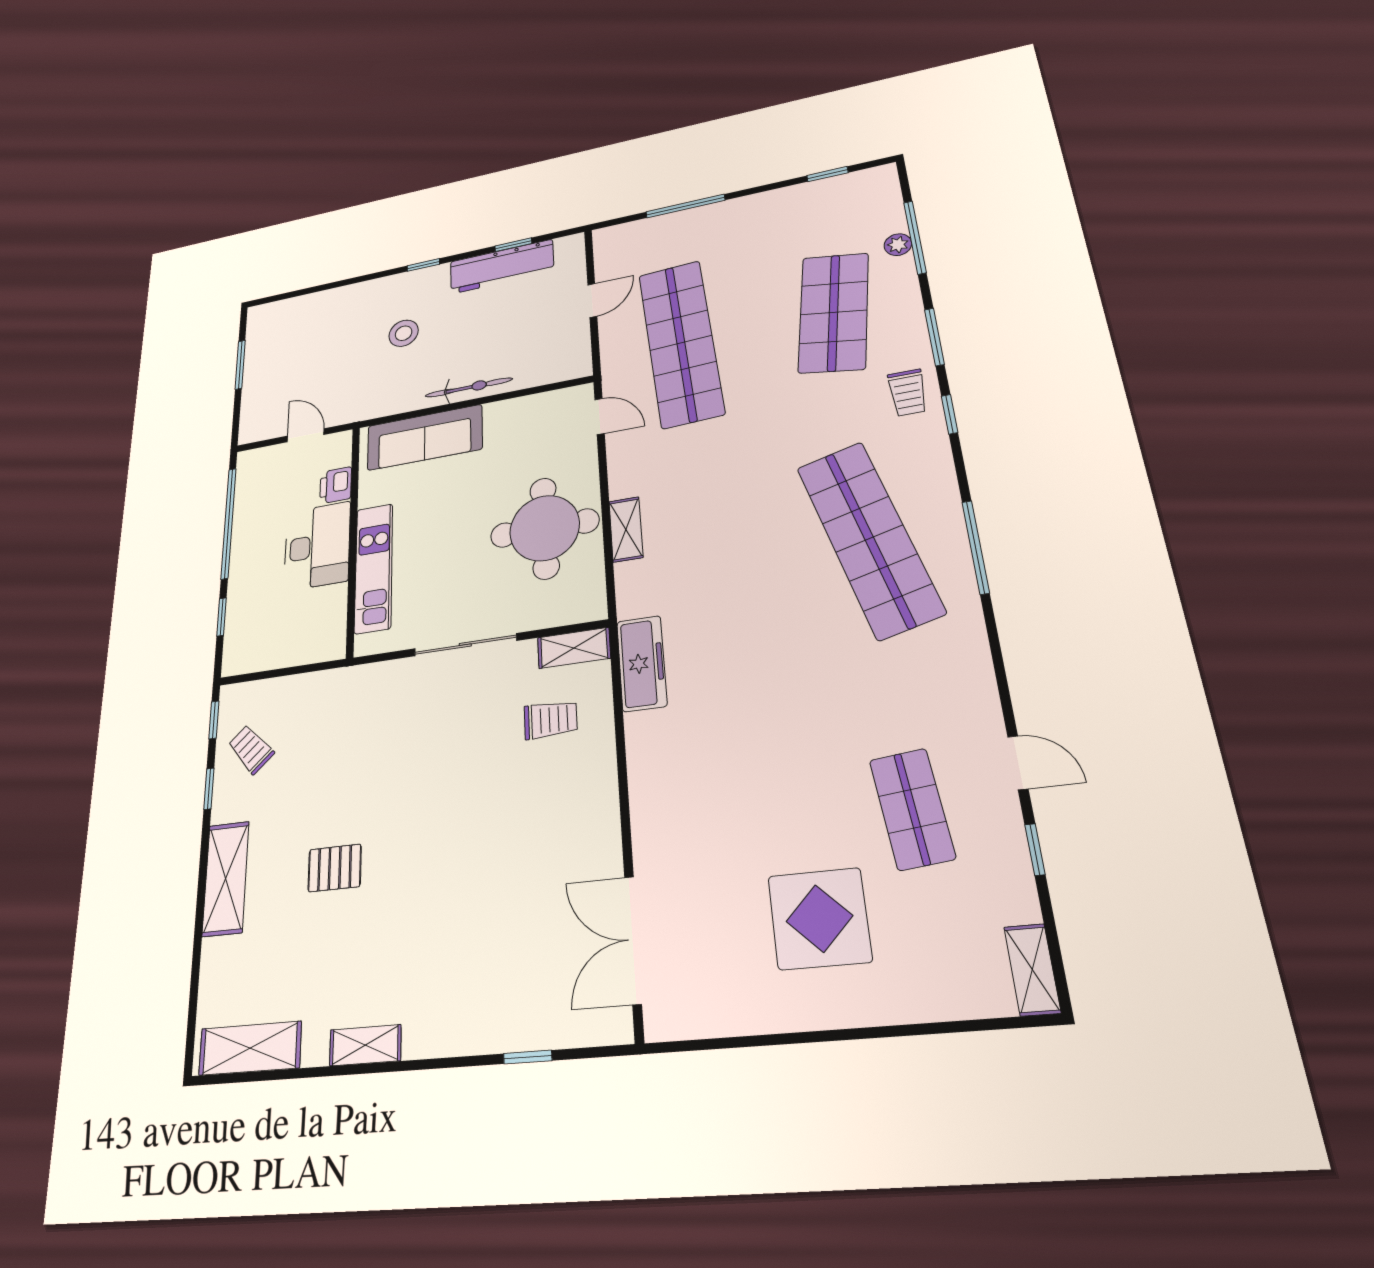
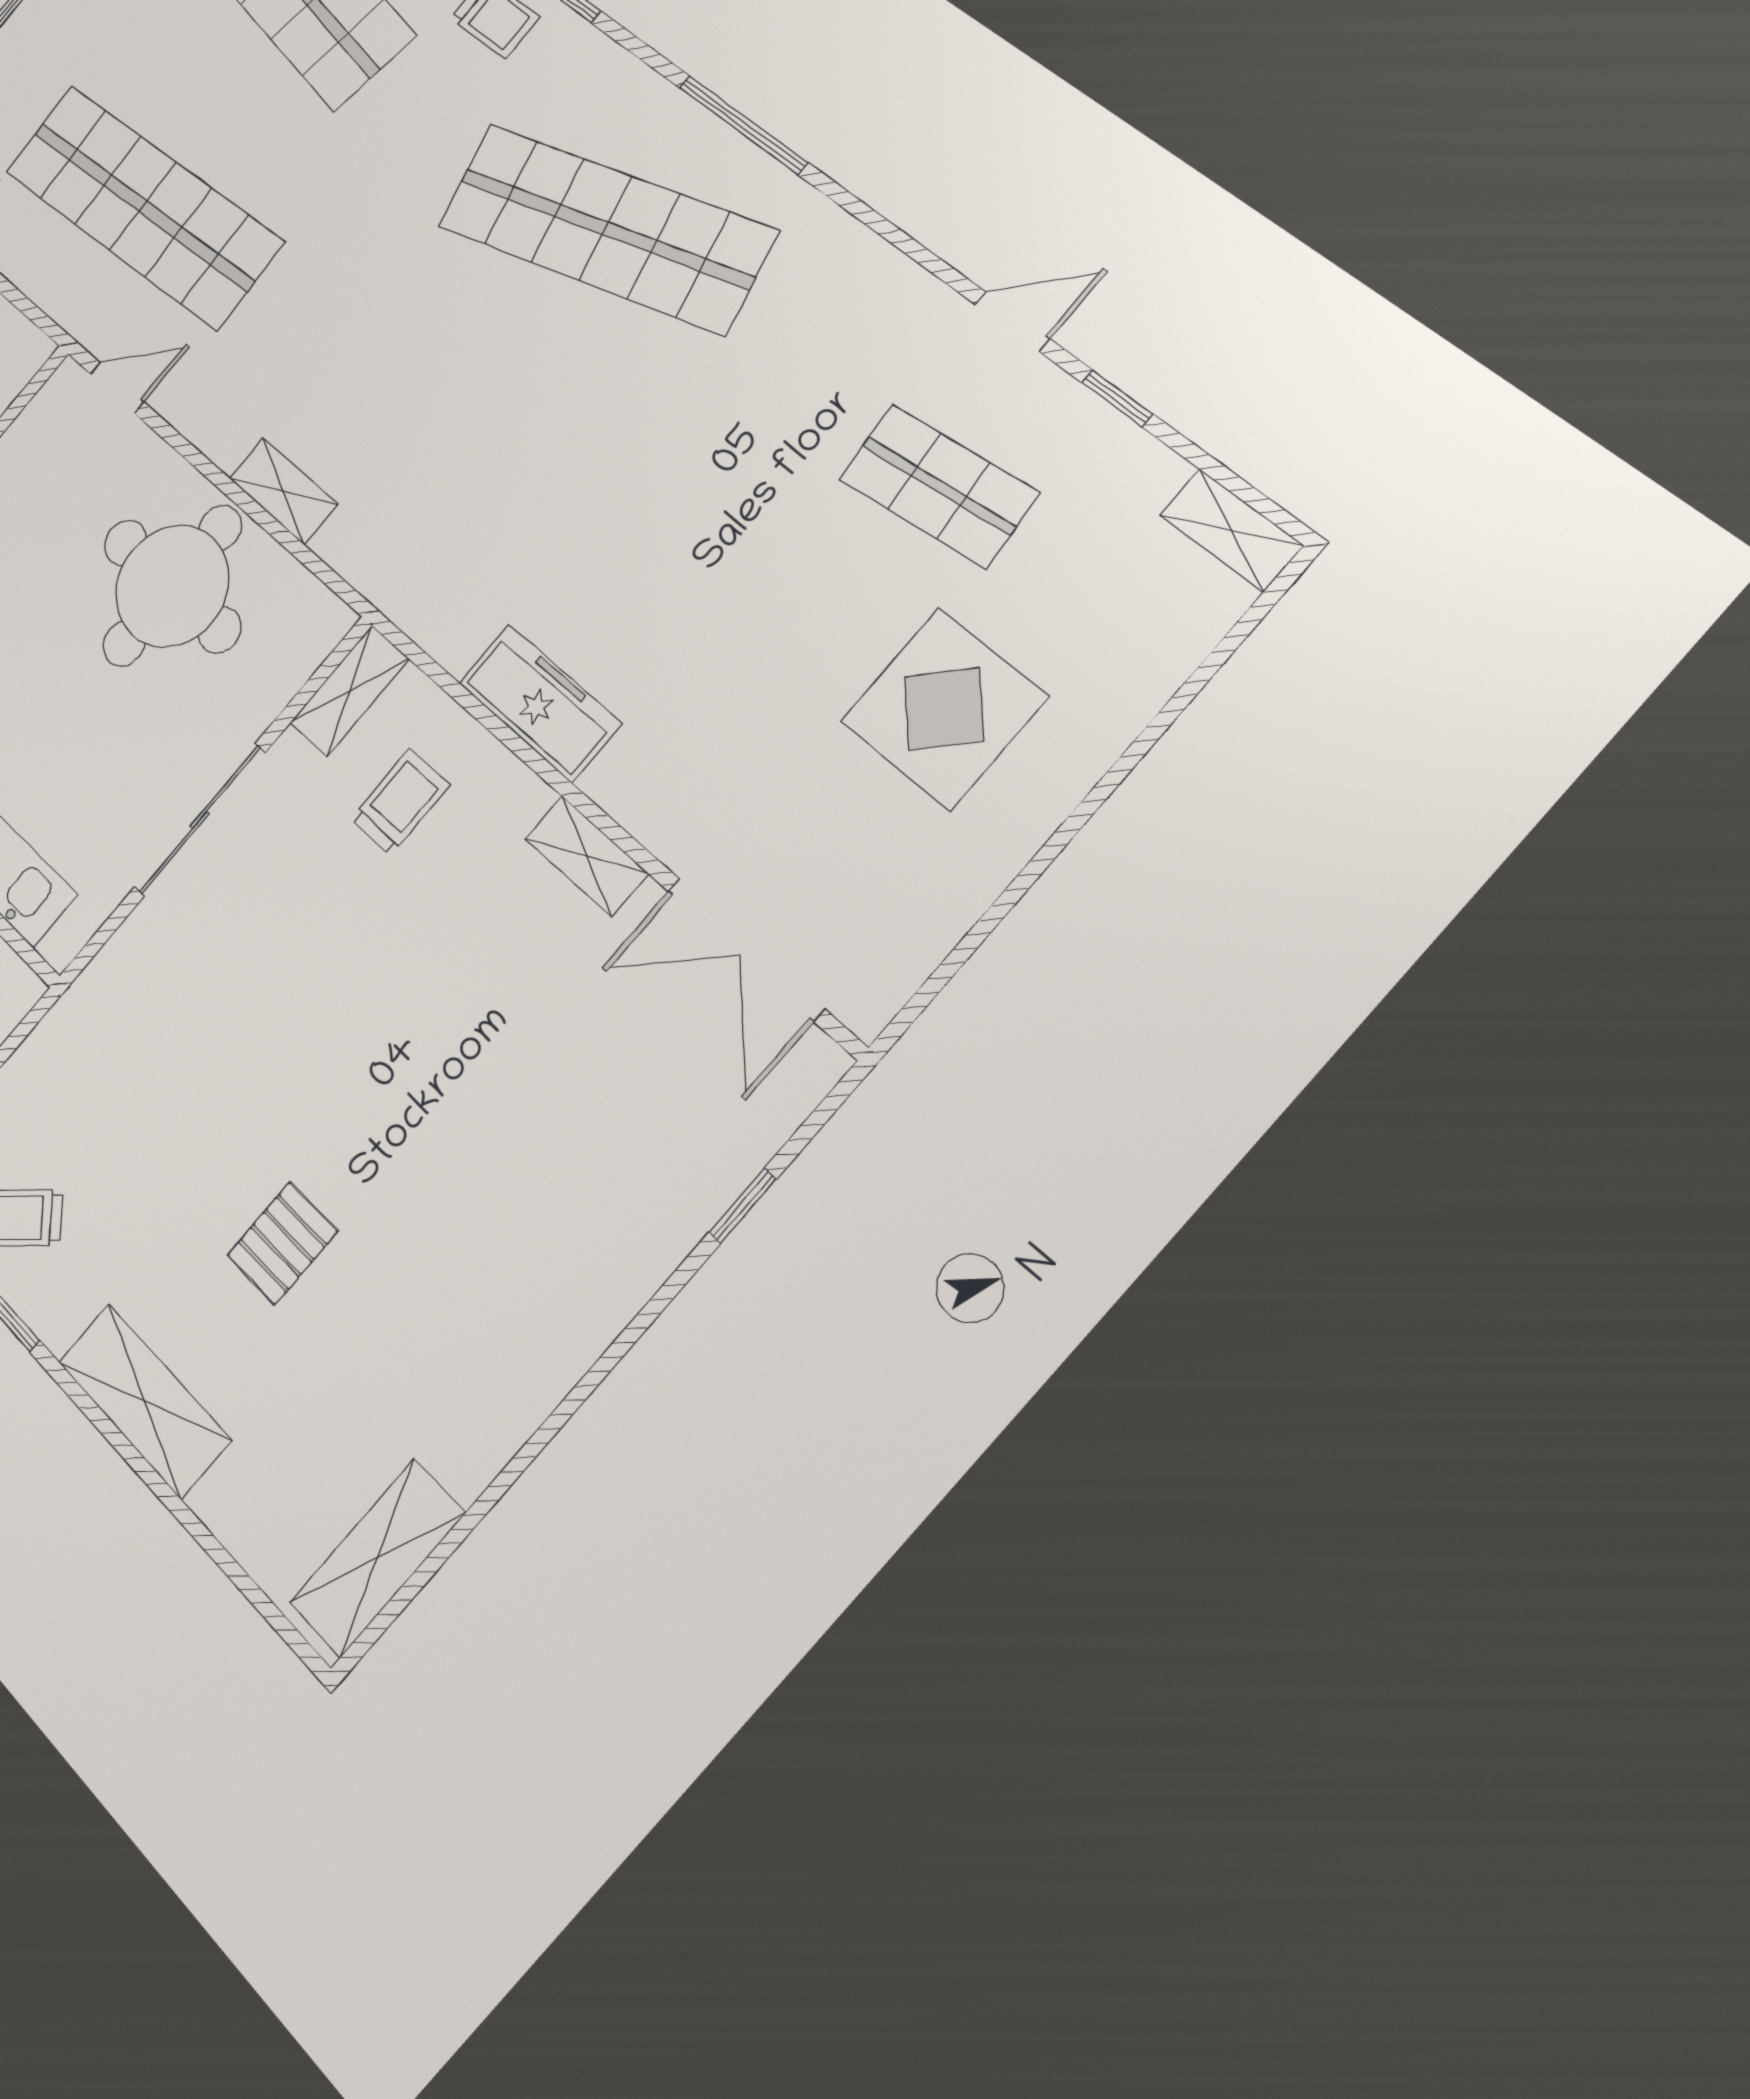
freezer: (642, 663) -> (540, 703), moved
shelving: (365, 1045) -> (587, 856), moved, turned 90

